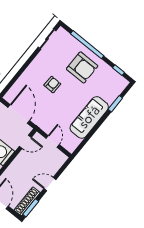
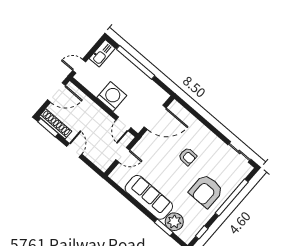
plant: (110, 94) -> (174, 222), added

